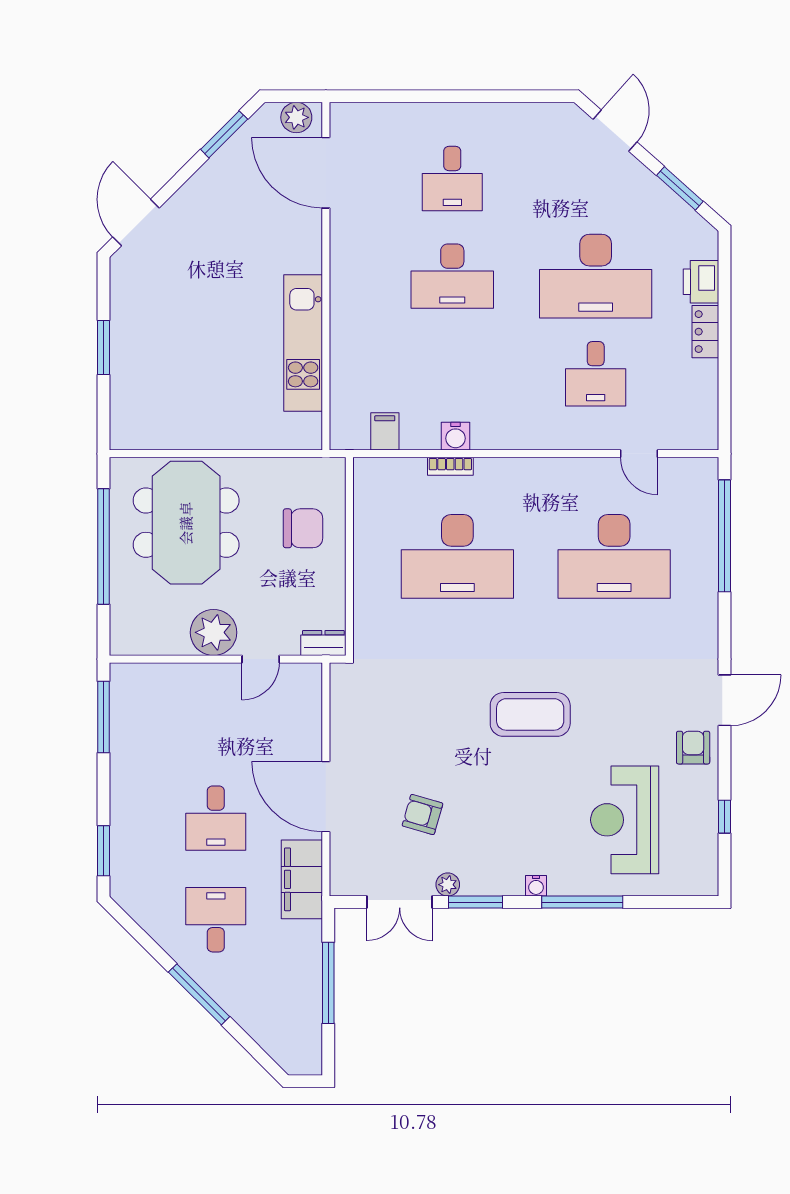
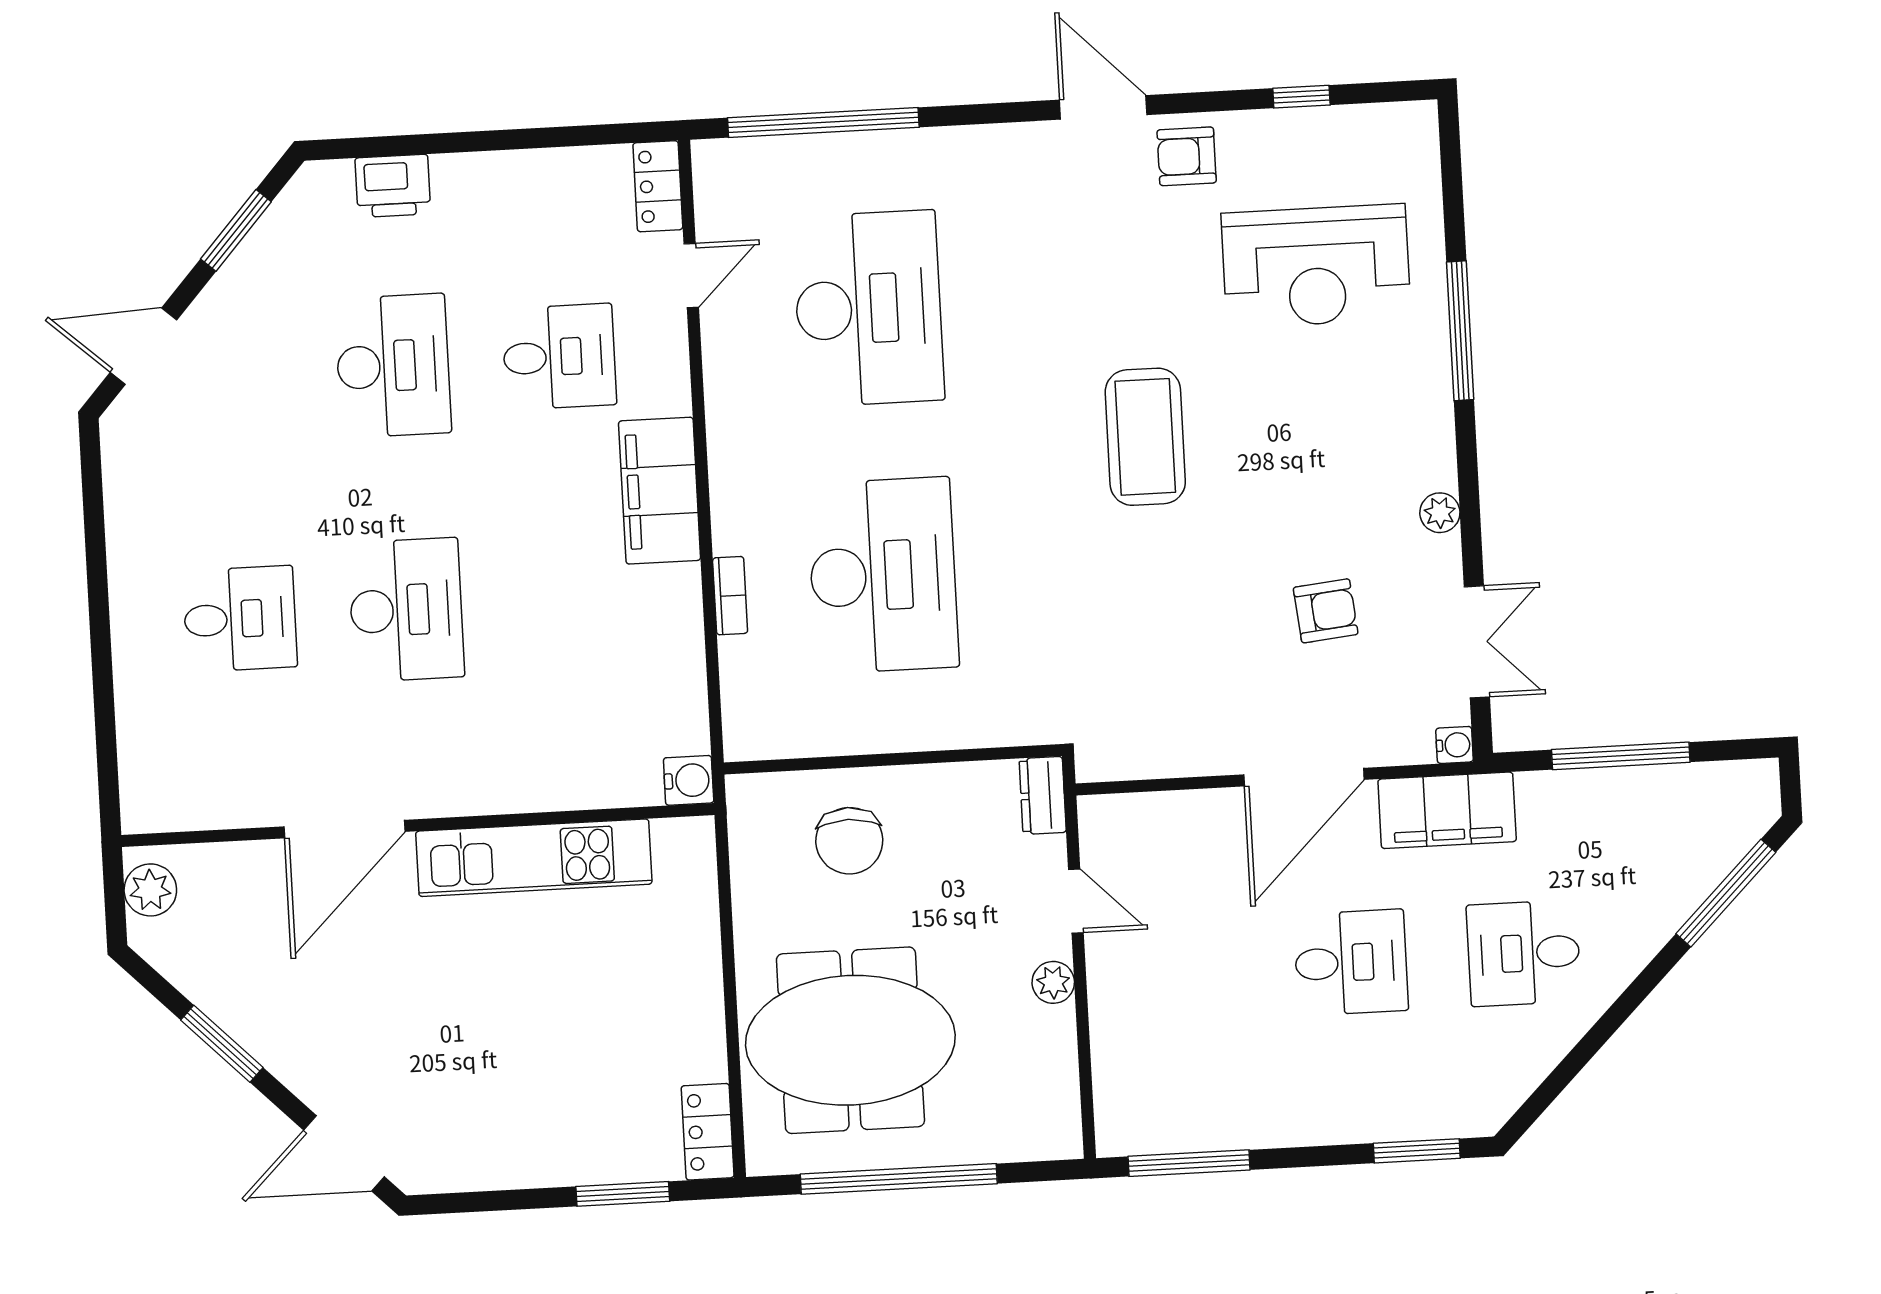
window: (224, 134) -> (222, 1044), moved
door: (326, 173) -> (345, 829), moved
desk: (596, 276) -> (393, 366), width x0.73, depth x0.77
locker: (705, 332) -> (658, 186), moved, turned 90
window: (103, 347) -> (623, 1194), moved
filing cabinet: (385, 431) -> (660, 491), moved, width x3.00, depth x1.17
locker: (137, 436) -> (708, 1132), added
water cooler: (455, 436) -> (689, 780), moved
chair: (303, 528) -> (849, 841), turned 180
plant: (214, 632) -> (1053, 982), width x0.53, depth x0.53
armchair: (423, 815) -> (1326, 611), turned -112
plant: (448, 885) -> (1440, 513), moved
water cooler: (536, 886) -> (1455, 745), moved
window: (476, 902) -> (1470, 513), removed
window: (199, 994) -> (1726, 893), moved

